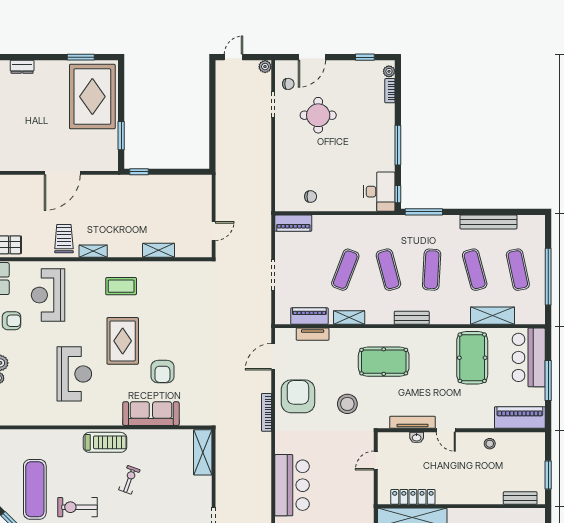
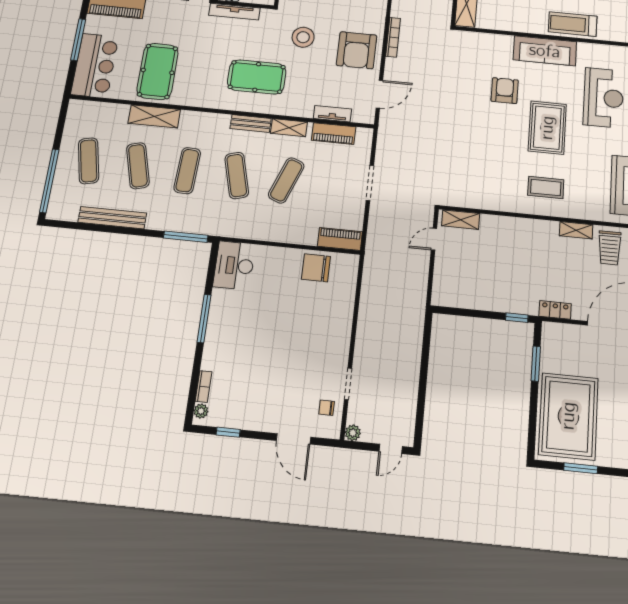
door: (312, 57) -> (294, 439), swing flipped
round table: (318, 115) -> (295, 365), removed
locker: (108, 181) -> (555, 310), added
window: (398, 194) -> (213, 260), removed
chair: (311, 197) -> (316, 268), width x1.87, depth x1.87
shelving: (159, 250) -> (461, 220), moved
window: (548, 277) -> (49, 181), moved
shelving: (493, 316) -> (154, 116), moved
bench: (412, 318) -> (251, 124), moved
reception desk: (74, 374) -> (603, 98), turned 180
sofa: (151, 414) -> (545, 51), moved

